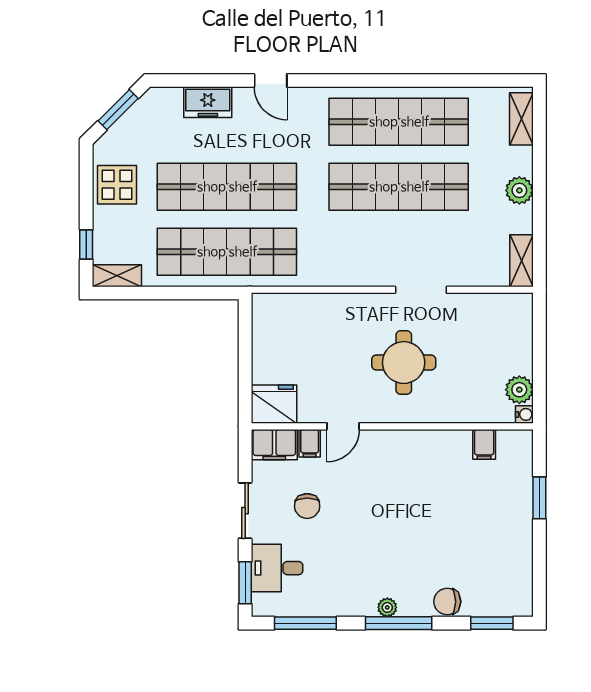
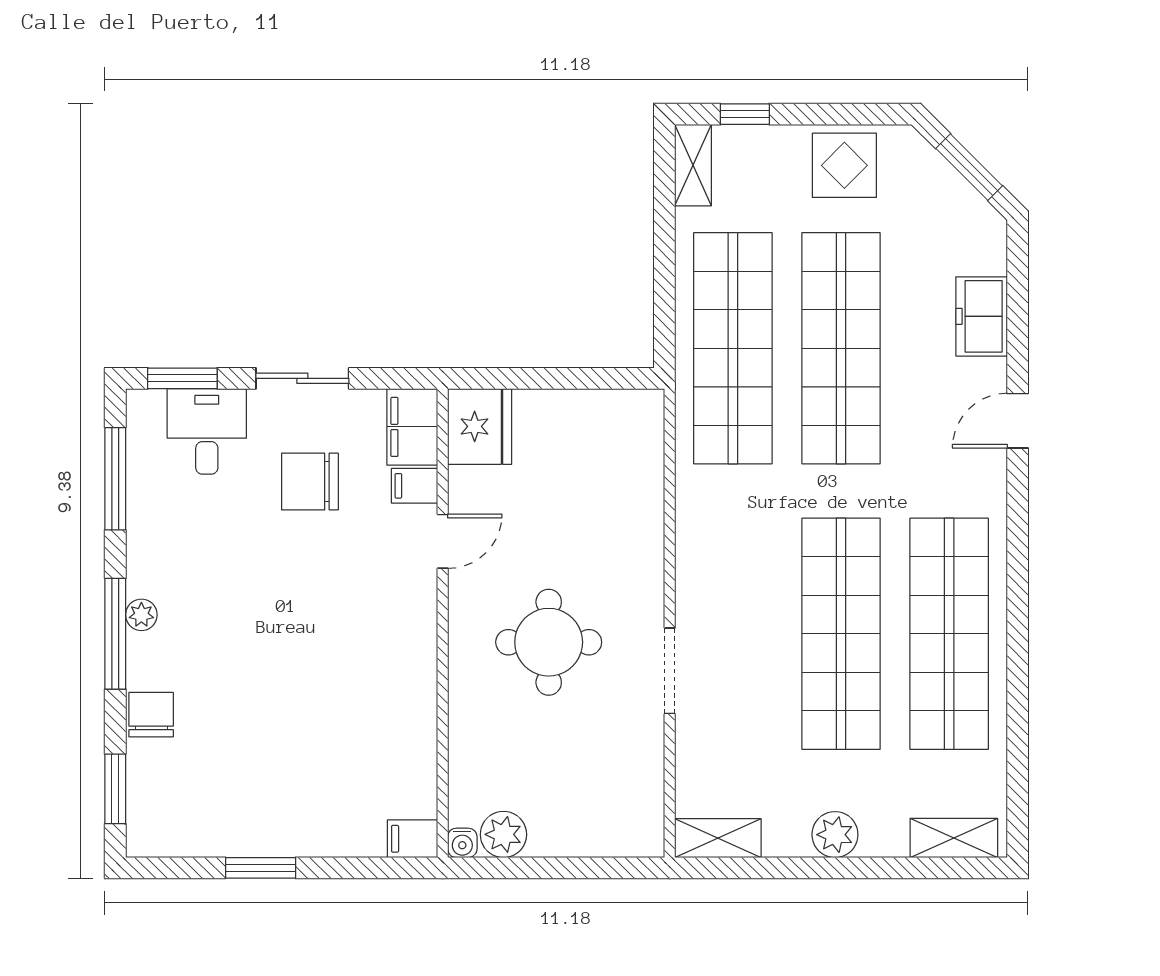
door: (343, 426) -> (443, 541), swing flipped
filing cabinet: (484, 444) -> (413, 839), moved
window: (539, 498) -> (261, 868), moved
chair: (307, 506) -> (310, 482), width x1.37, depth x1.37

